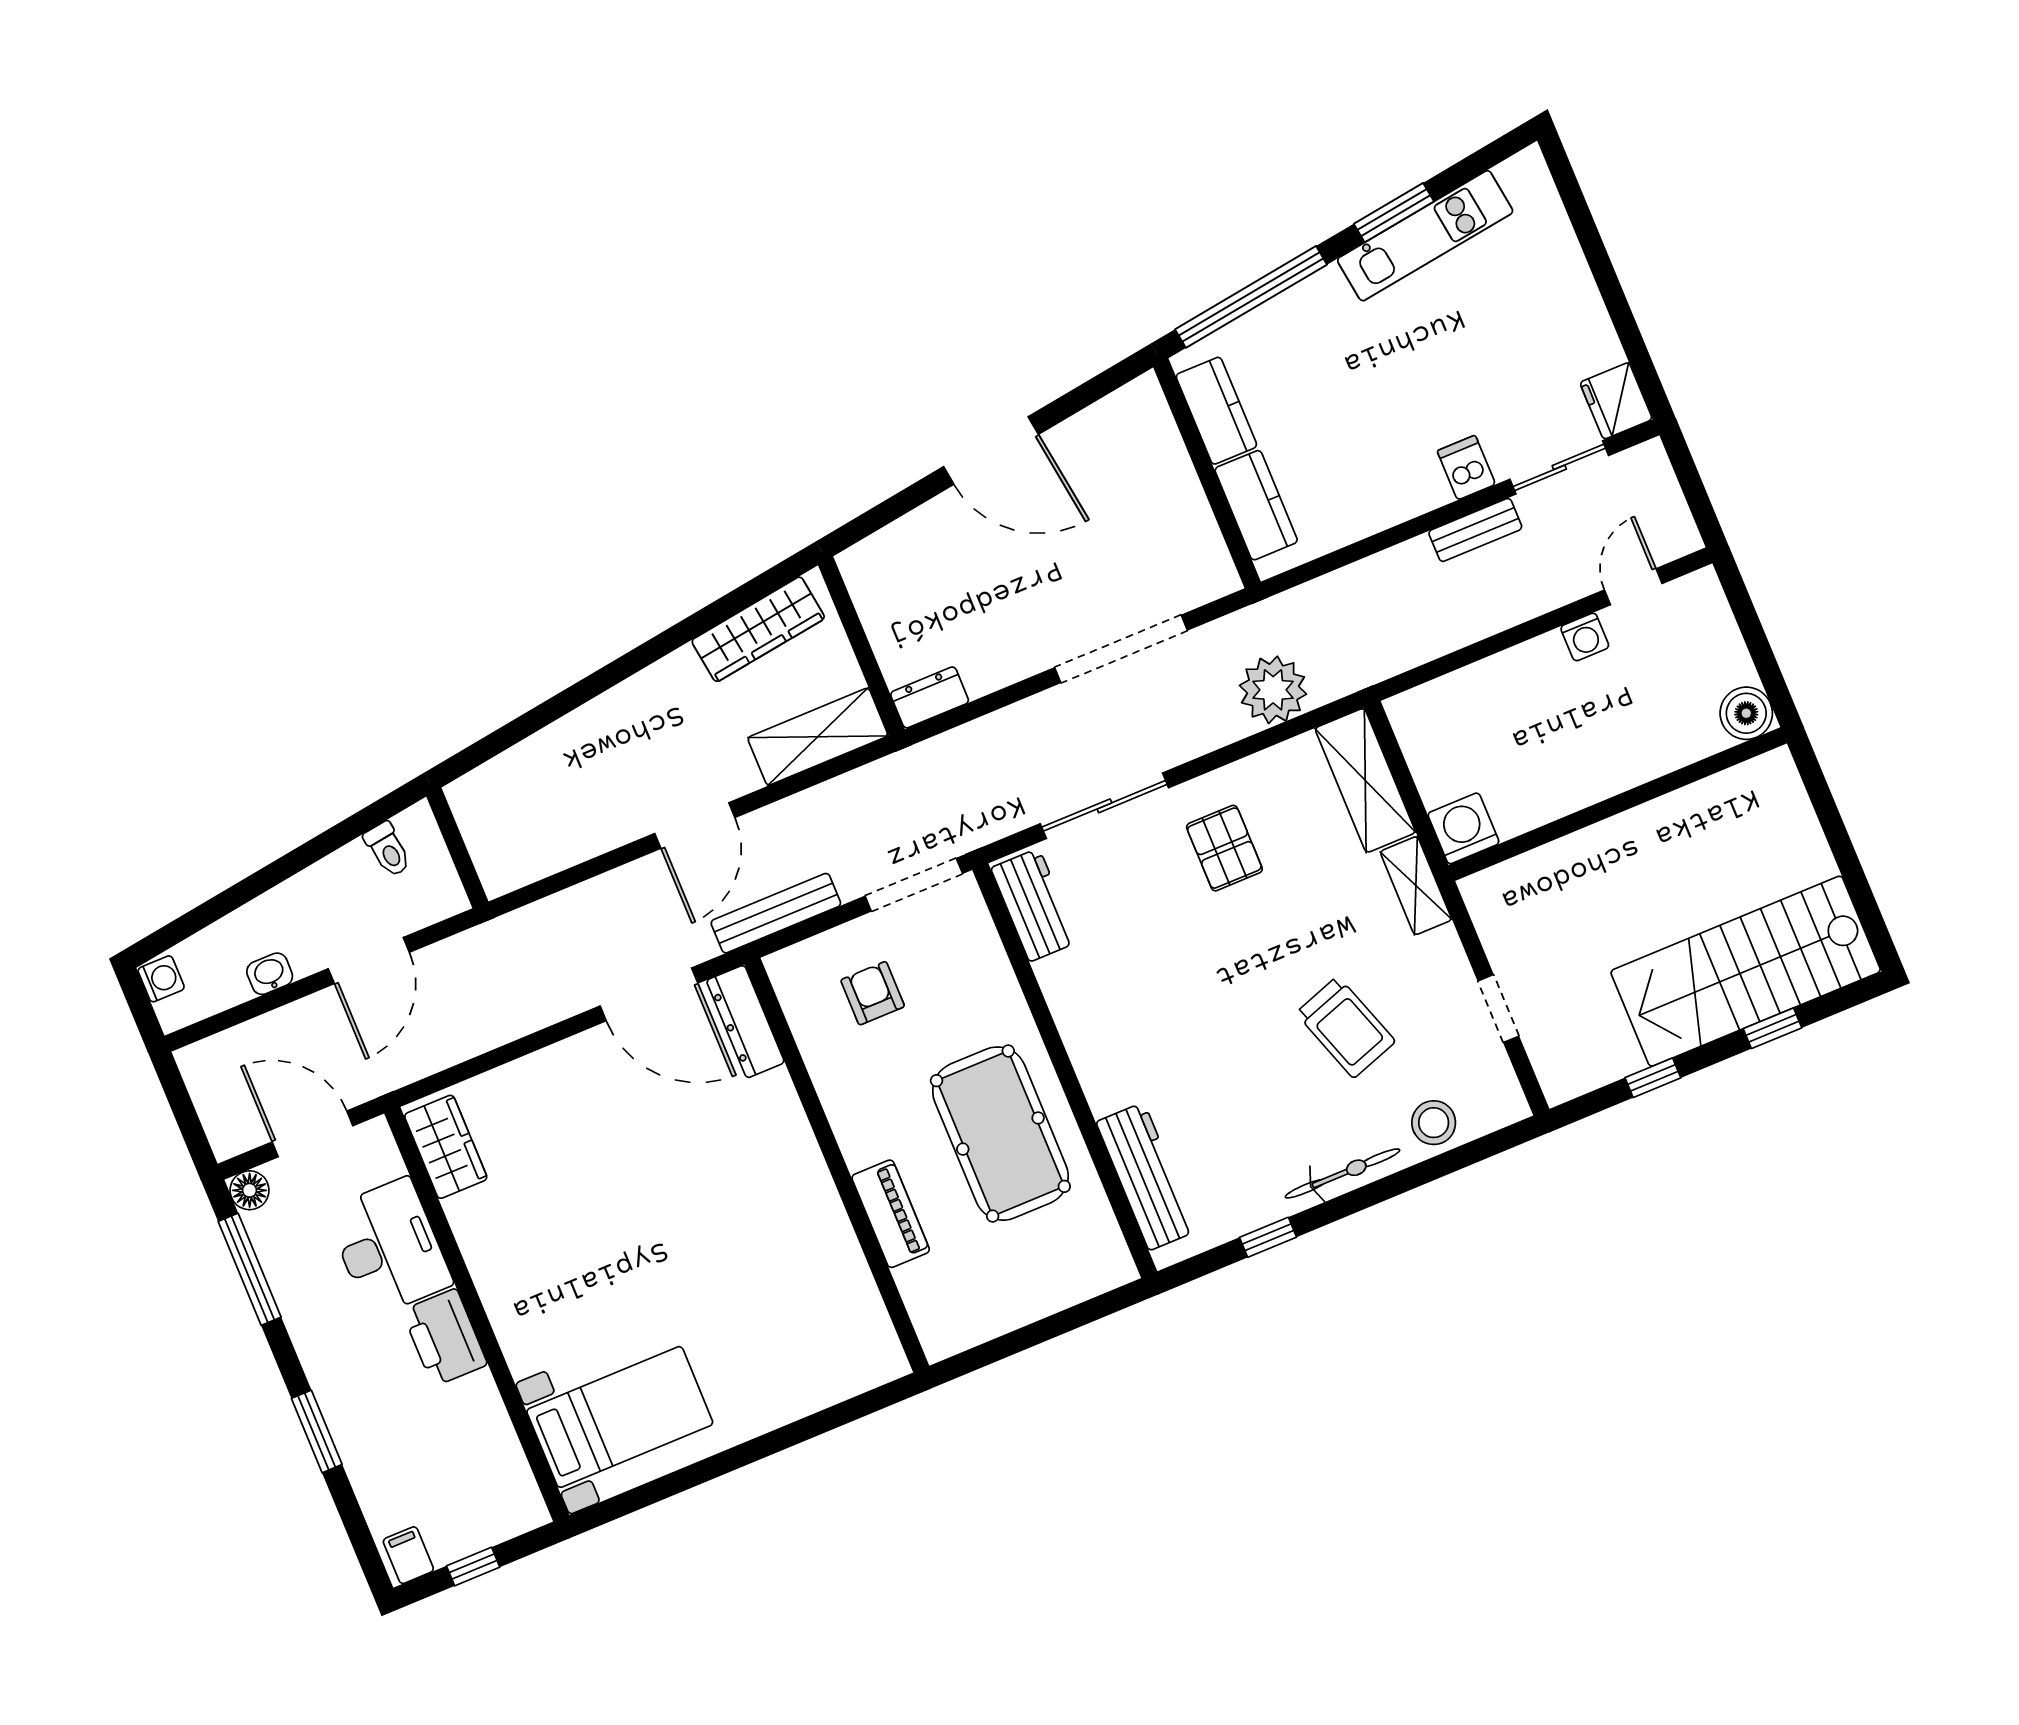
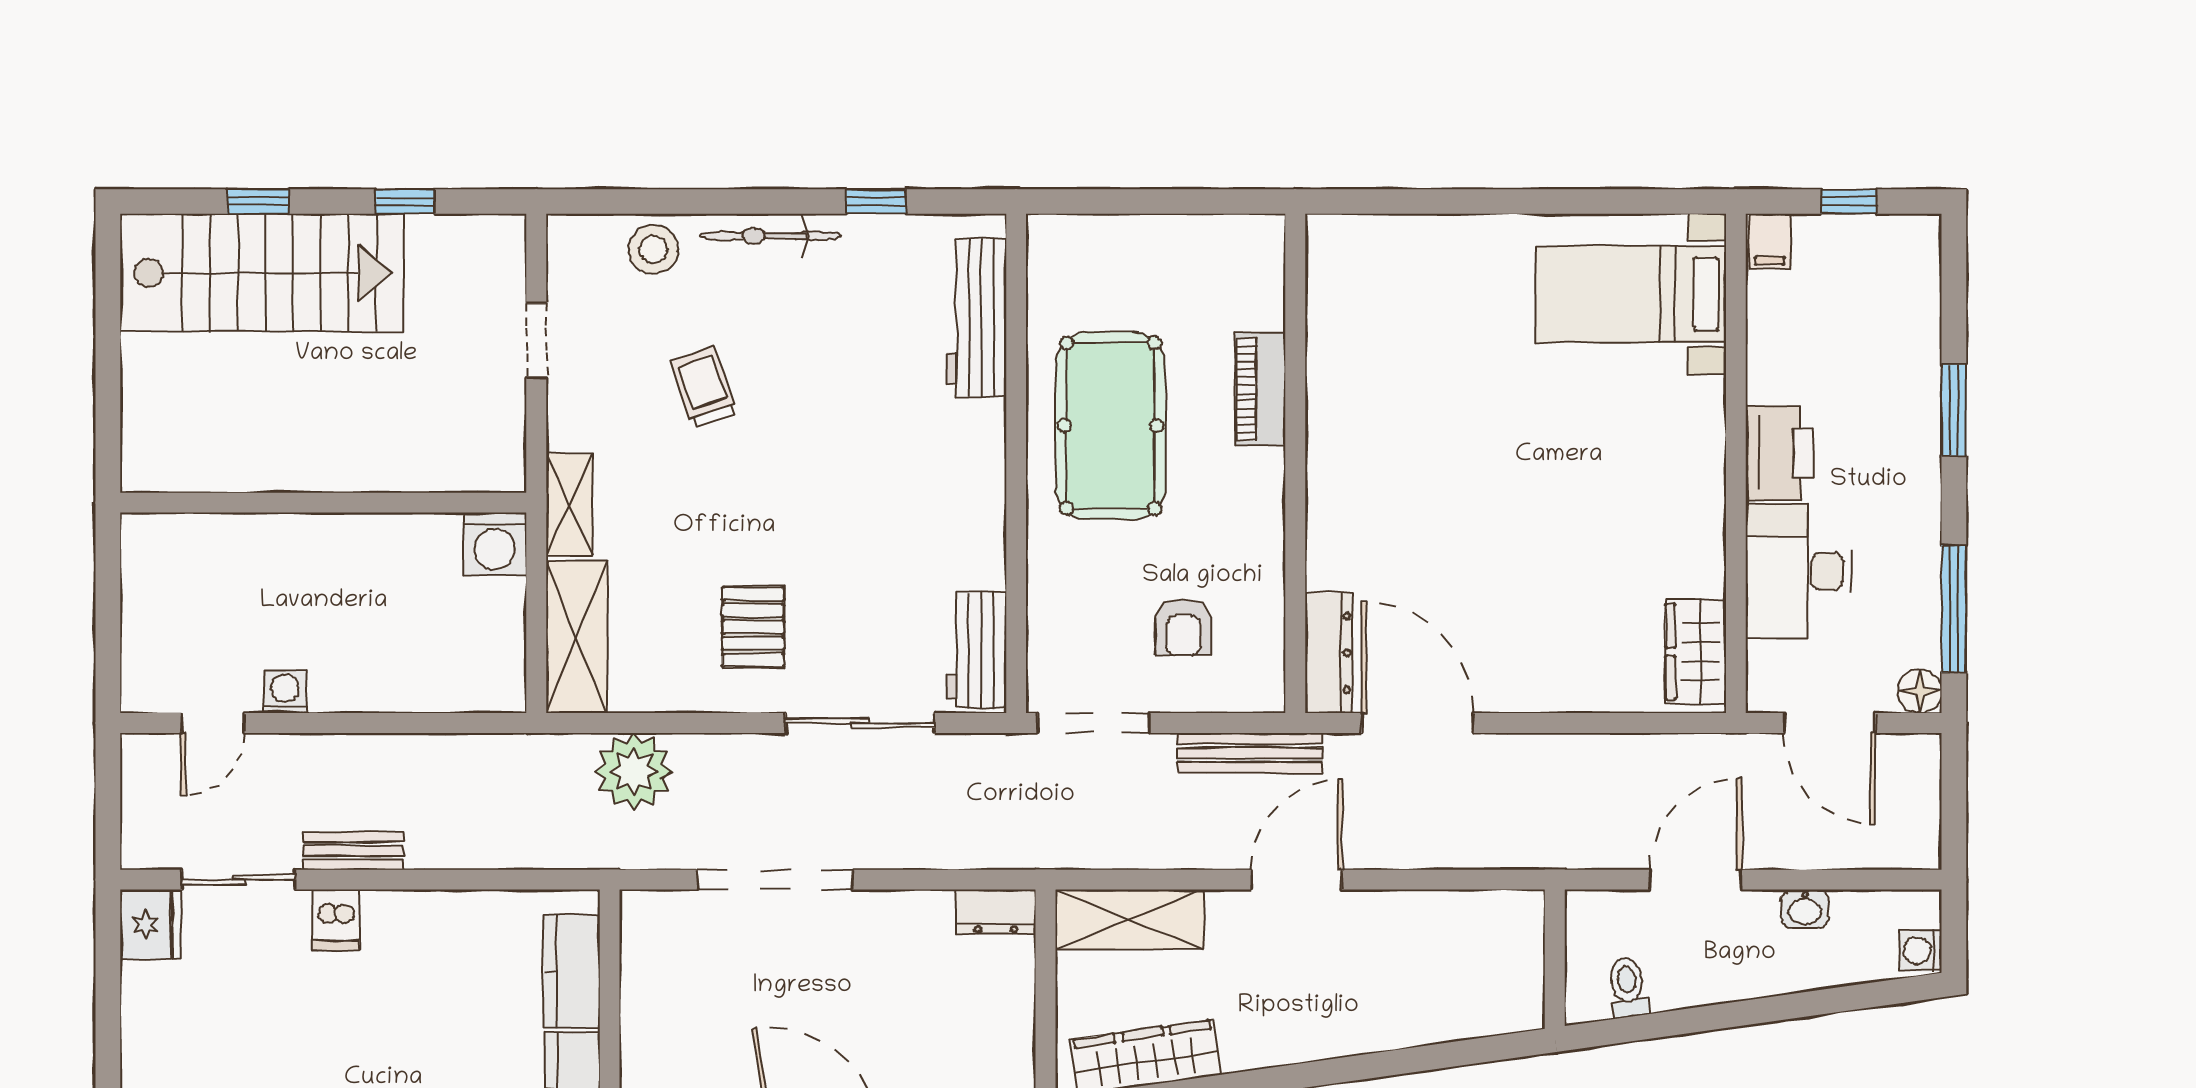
boiler: (1746, 713) -> (150, 542), removed
trolley: (1346, 1027) -> (704, 387), width x0.73, depth x0.72
filing cabinet: (408, 1555) -> (1770, 241), moved

